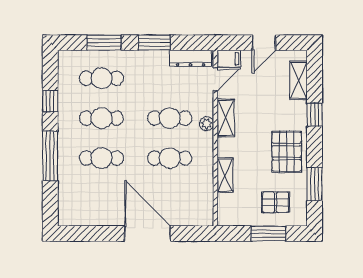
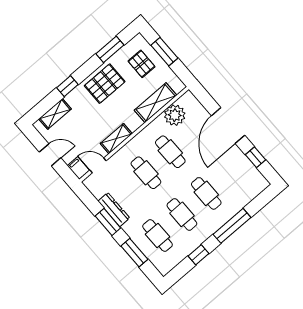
dresser: (191, 58) -> (114, 210), moved
plant: (207, 124) -> (175, 115), moved, width x1.87, depth x1.87
shelving: (225, 175) -> (155, 103), width x1.50, depth x1.33
window: (96, 234) -> (255, 157), added

